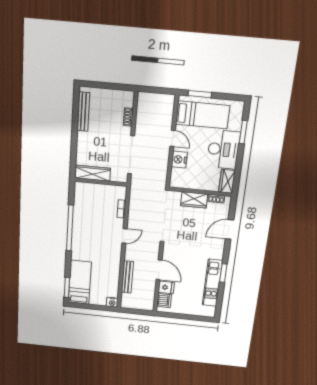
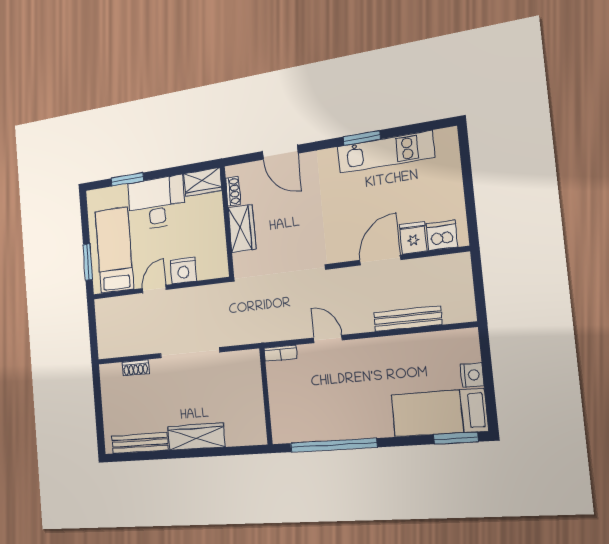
wardrobe: (92, 173) -> (196, 437), moved, turned 90
wall: (101, 182) -> (266, 396), moved
nightstand: (112, 302) -> (472, 375), moved

